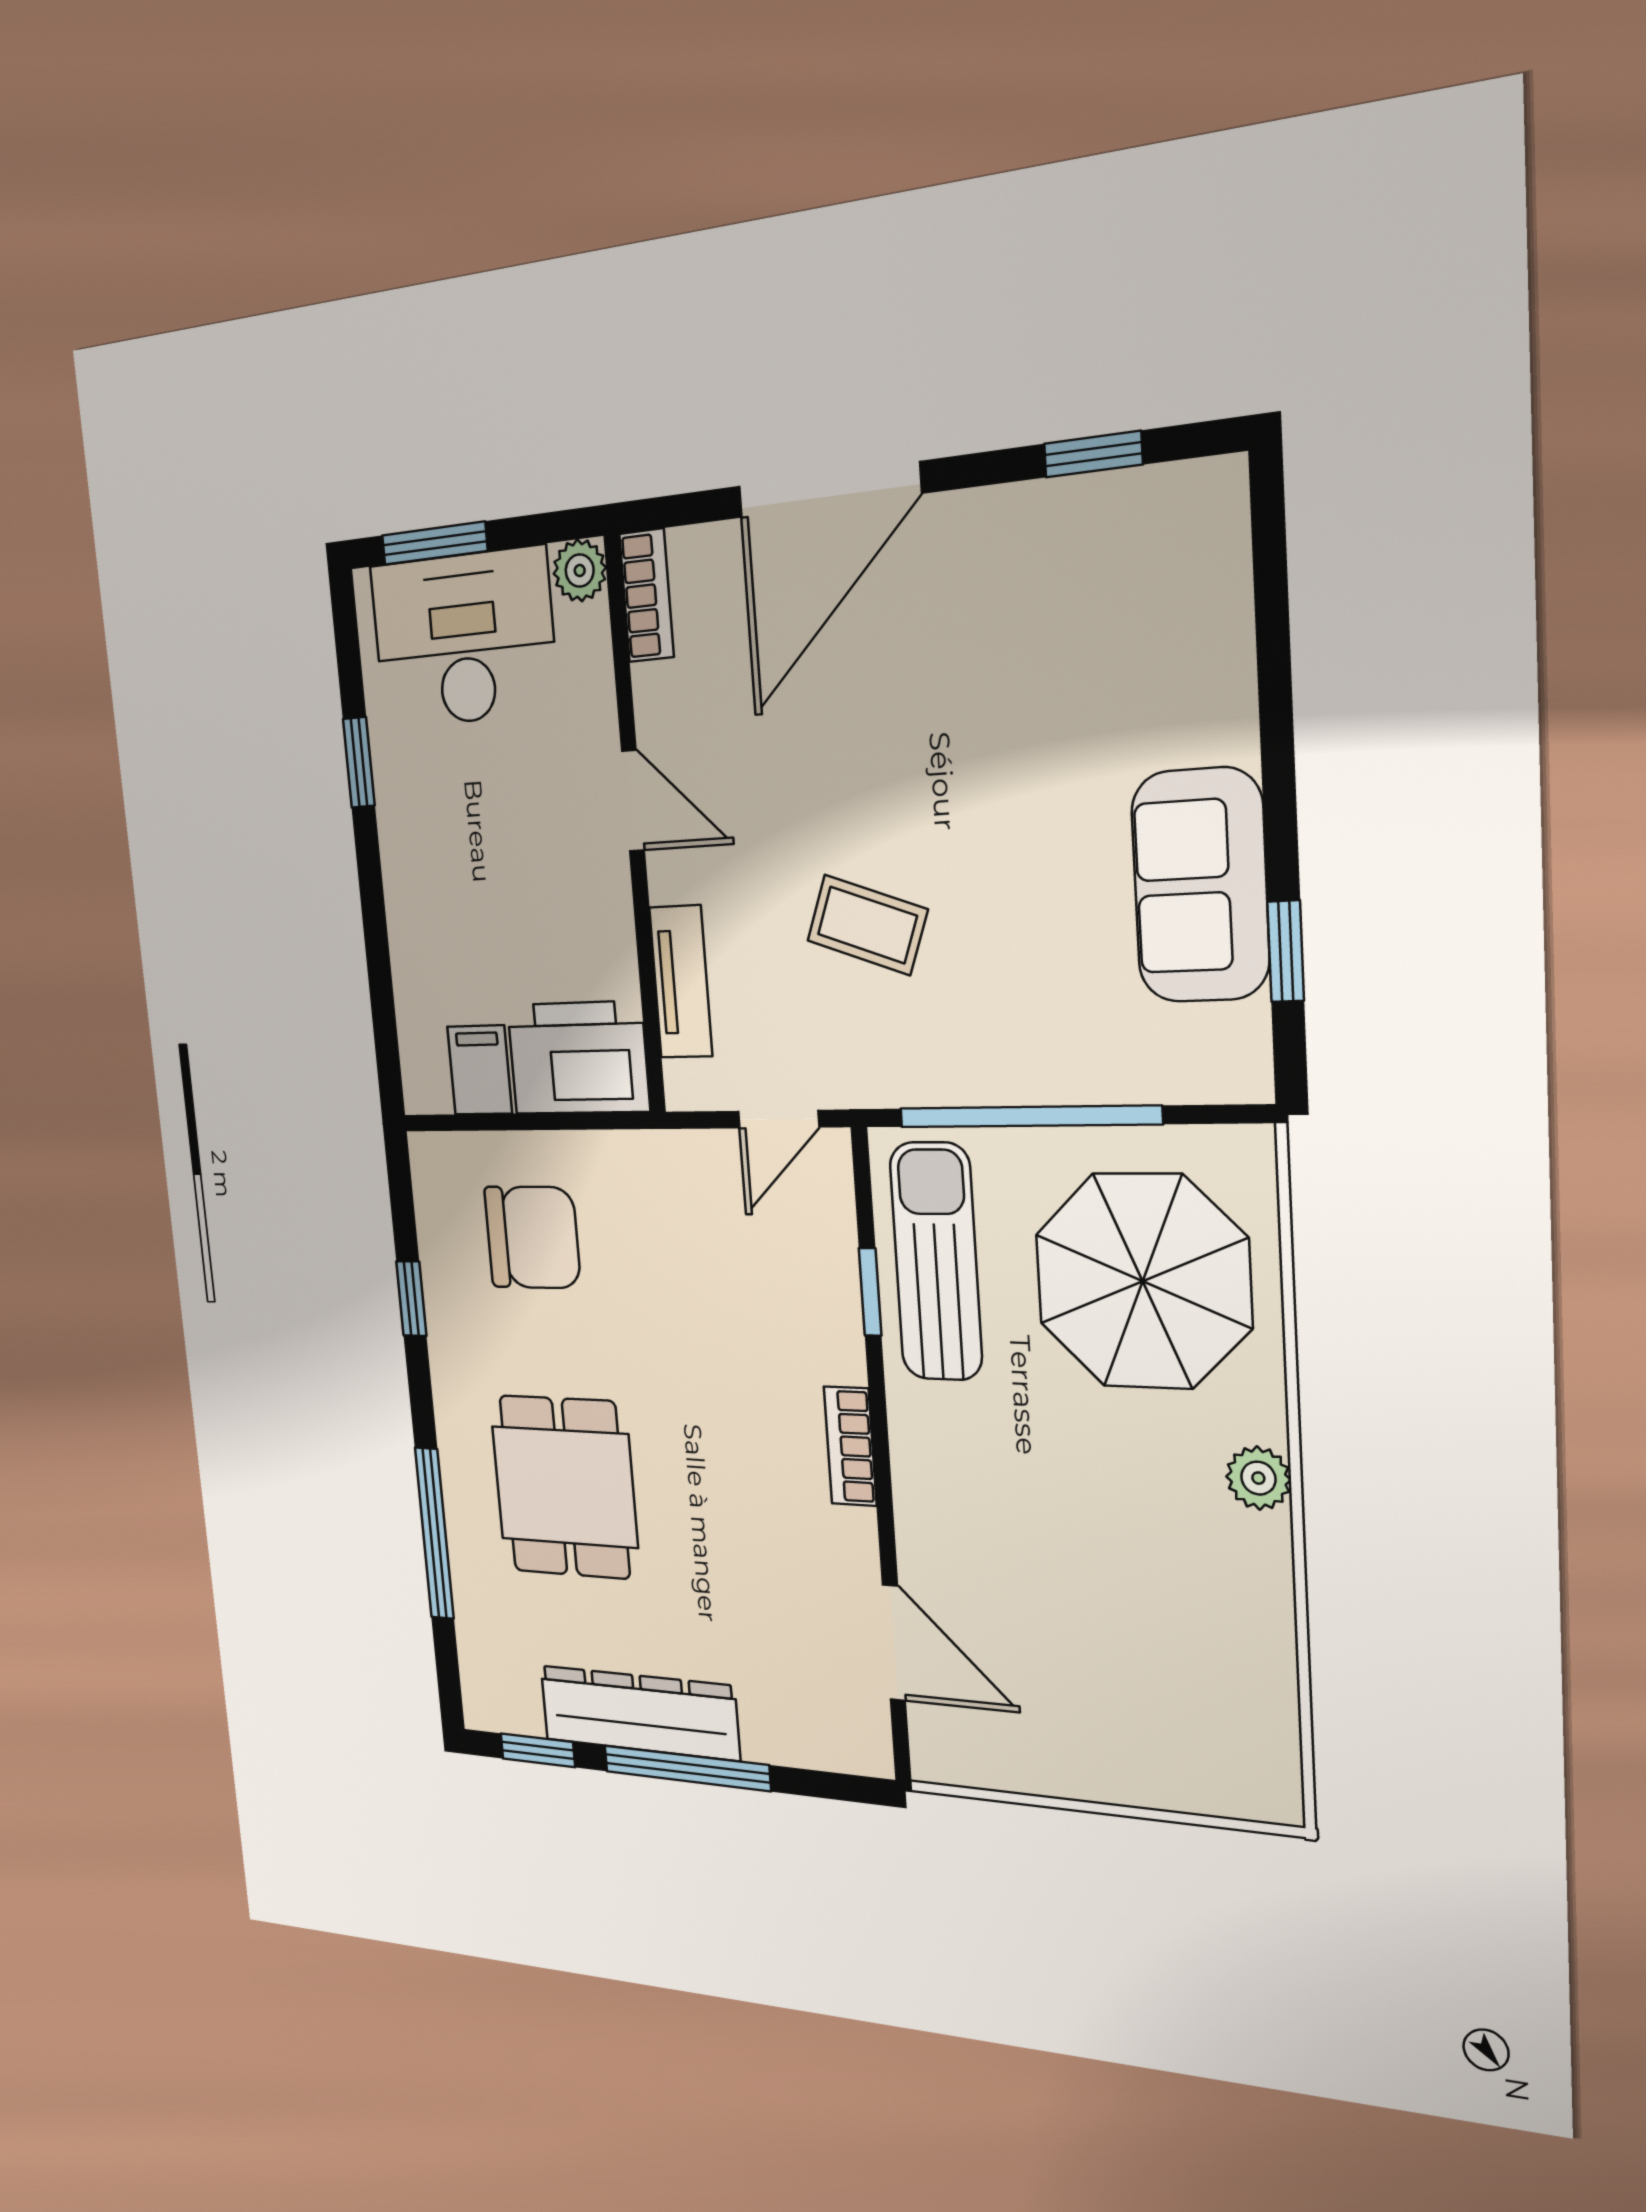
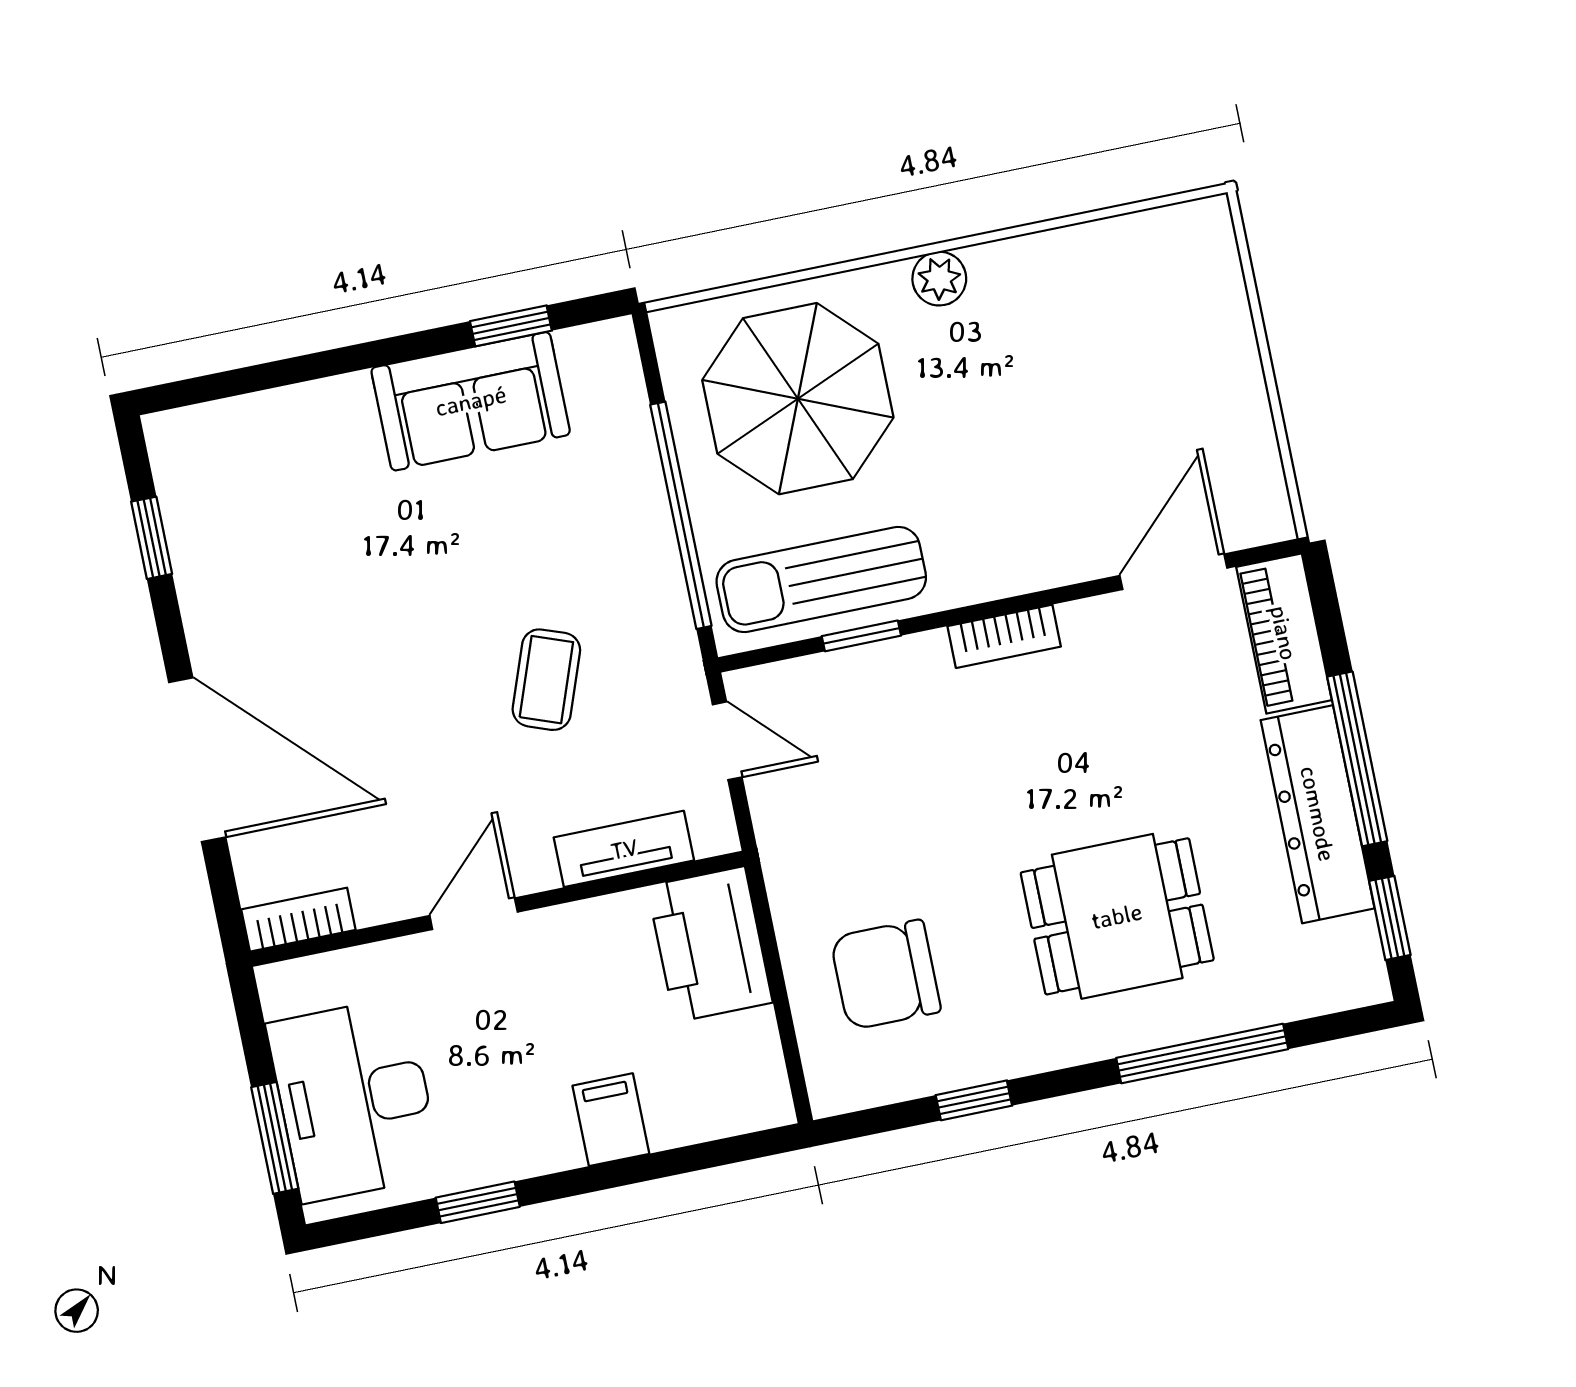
plant: (580, 570) -> (284, 987), removed
filing cabinet: (480, 1070) -> (611, 1120), moved, turned 90
chair: (532, 1237) -> (886, 975), turned -90
piano: (817, 1736) -> (1284, 633), added

